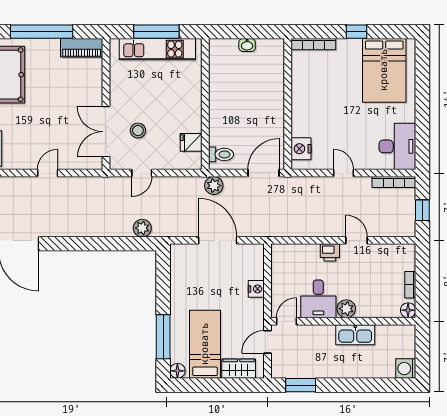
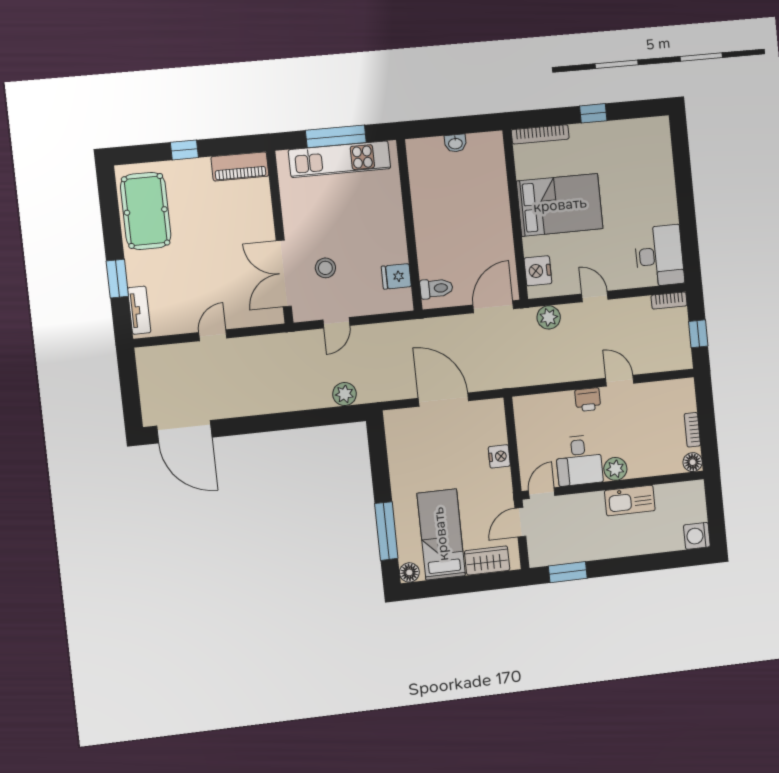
window: (42, 32) -> (184, 150), width x0.32
bed: (384, 70) -> (560, 205), moved, turned -90
bookcase: (394, 182) -> (669, 301), width x0.64
plant: (214, 186) -> (549, 317), moved

